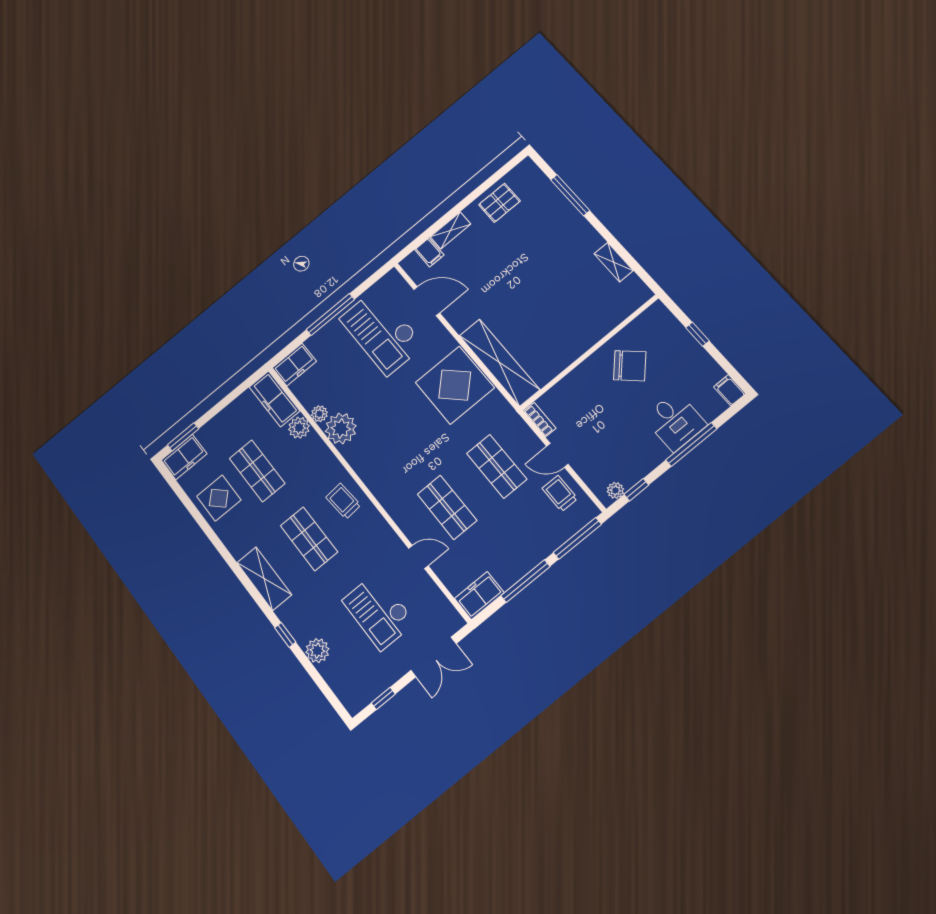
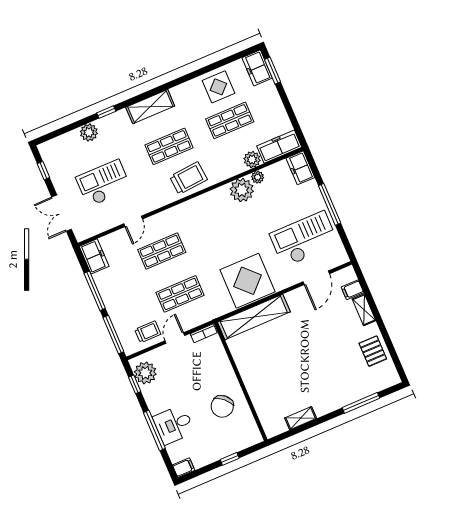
plant: (615, 490) -> (145, 373), width x1.87, depth x1.87
trolley: (343, 501) -> (188, 178), width x1.36, depth x1.39

